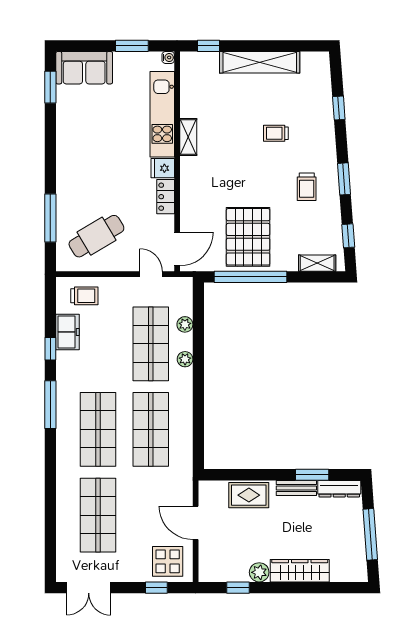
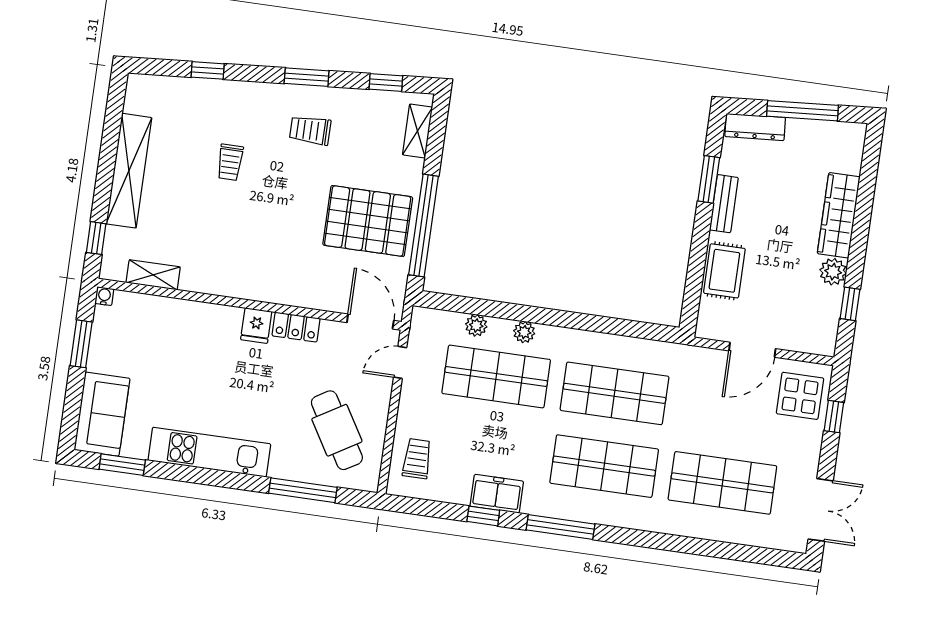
kitchen unit: (162, 114) -> (209, 452), moved, turned 180
shelving: (188, 137) -> (153, 275), moved
trolley: (307, 187) -> (310, 130), turned 180
freezer: (68, 332) -> (497, 494), moved
dresser: (339, 489) -> (755, 127), moved, turned 86

